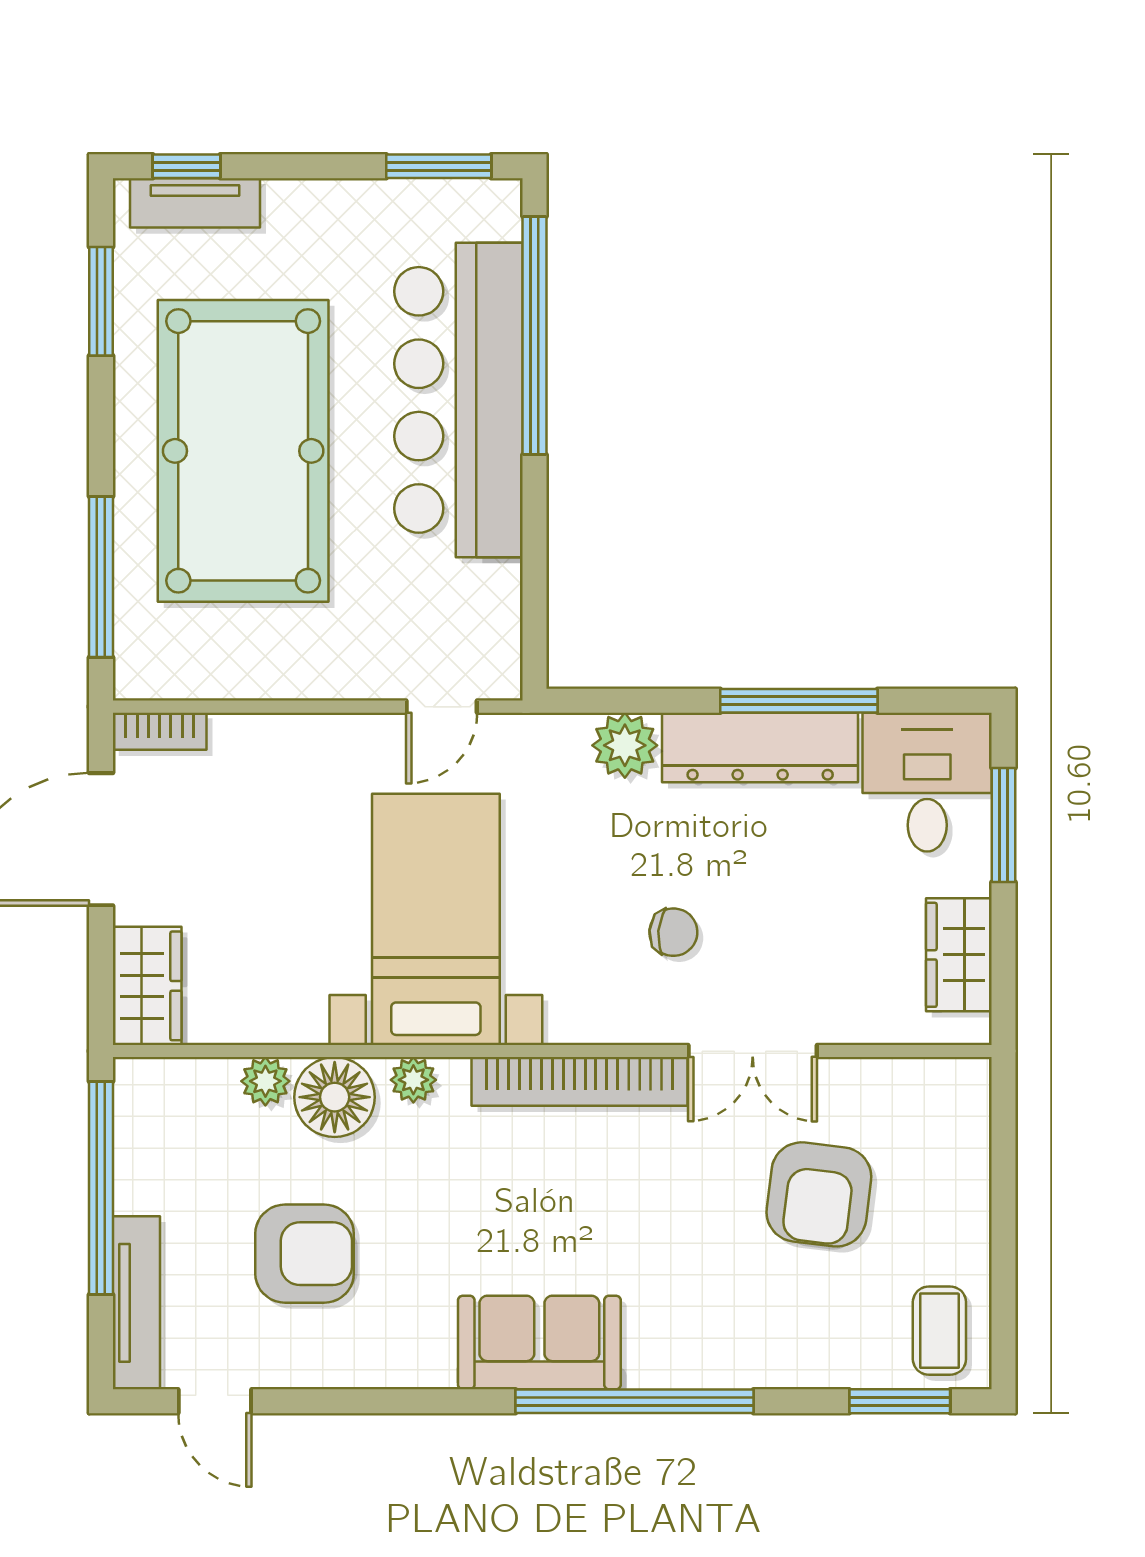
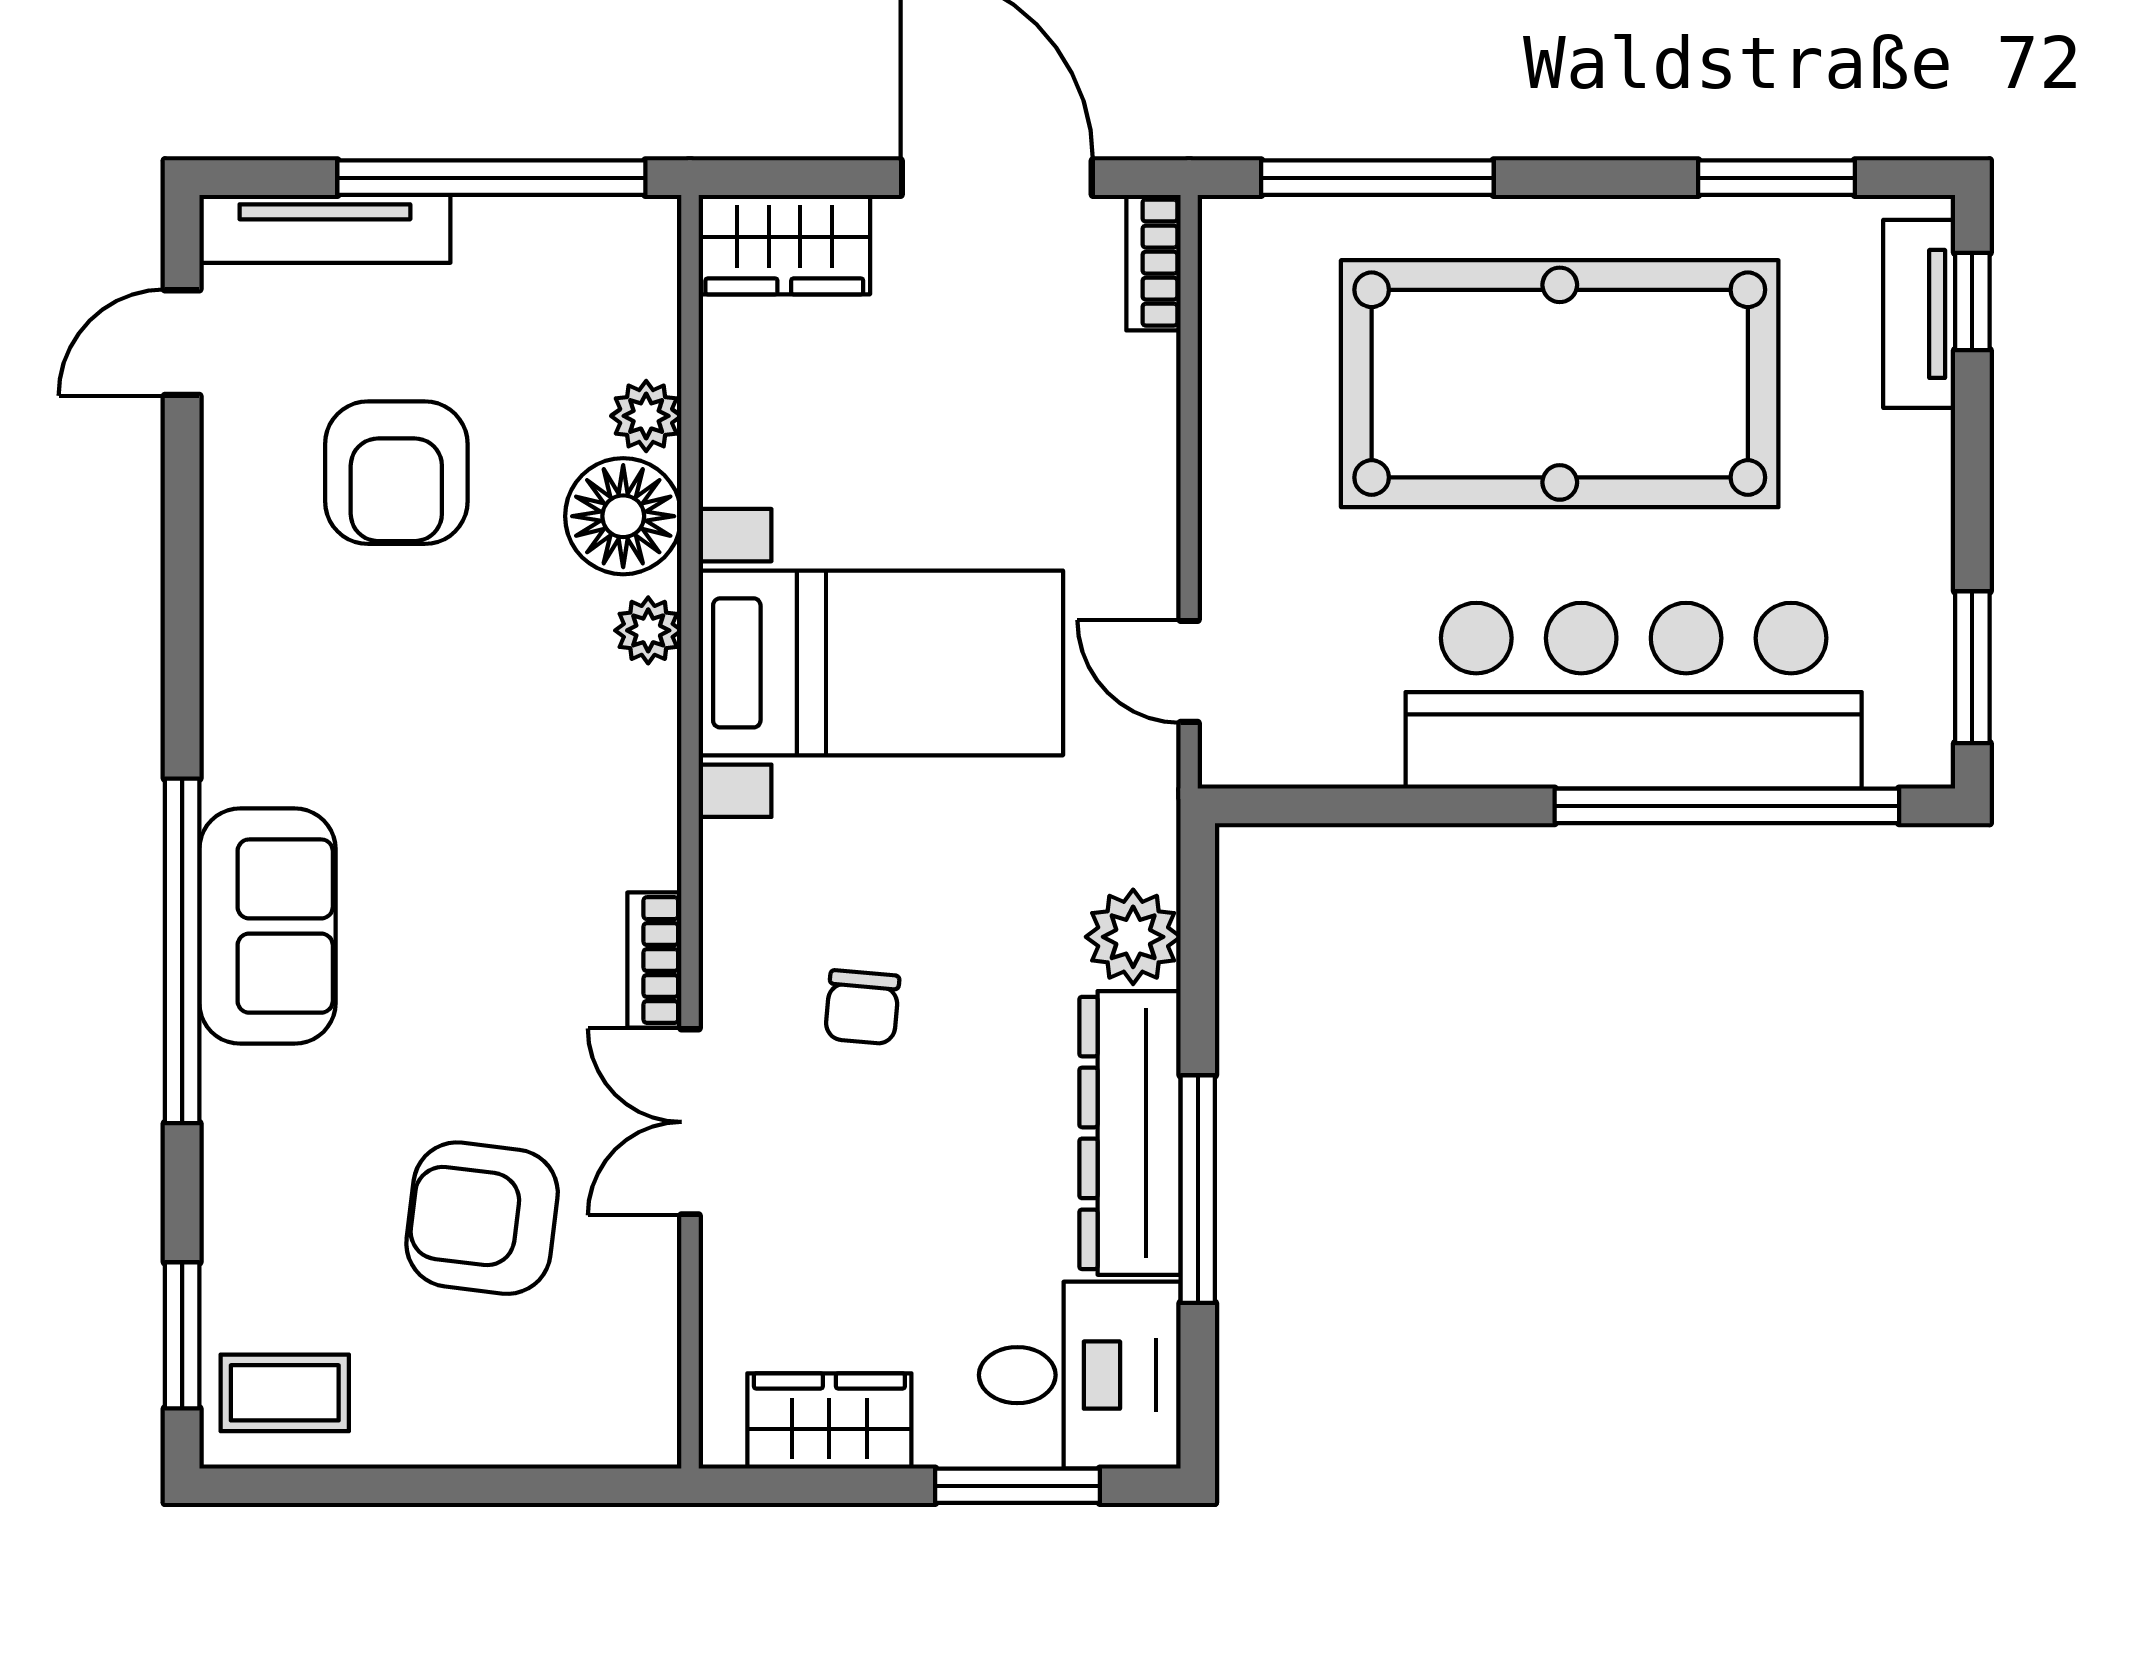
bookcase: (580, 1081) -> (654, 960), width x0.43, depth x0.76
sofa: (539, 1343) -> (267, 926), moved

